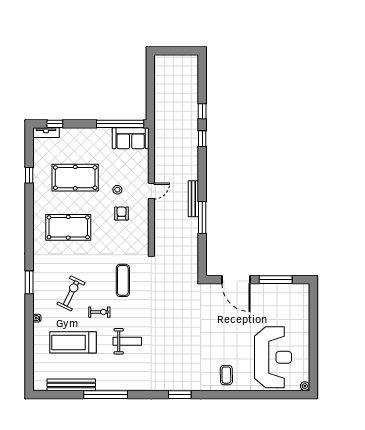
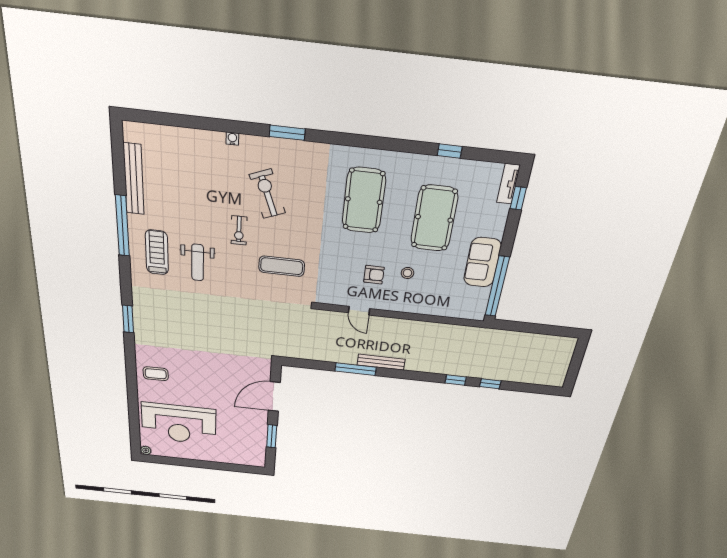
sofa: (131, 138) -> (482, 262), moved
door: (151, 191) -> (359, 311), moved
window: (276, 280) -> (272, 436), width x0.69
exercise bike: (71, 293) -> (267, 194), turned -137
treadmill: (73, 342) -> (157, 252), moved, width x0.73, depth x0.73

